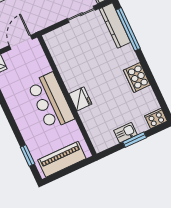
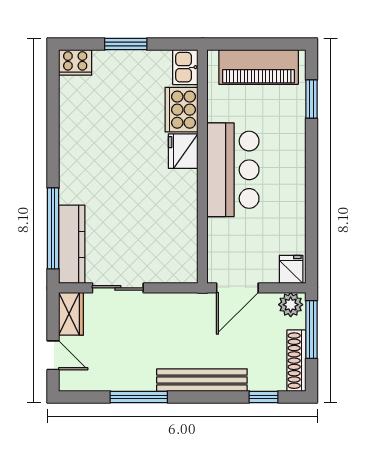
cooker: (137, 77) -> (182, 110), moved, turned 180
kitchen sink: (126, 133) -> (185, 67), moved, turned 90

